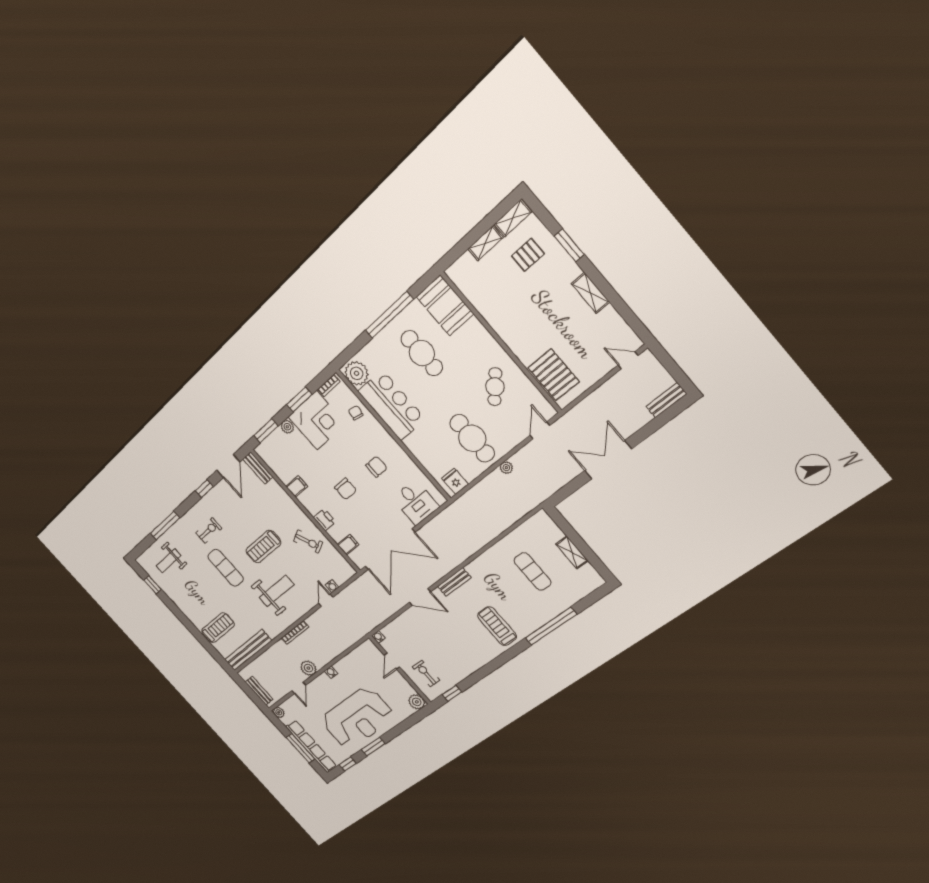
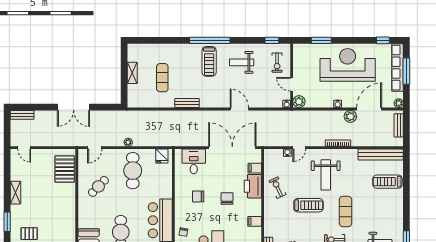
printer: (325, 520) -> (253, 186), width x1.87, depth x1.48
bench: (454, 582) -> (187, 103), moved
weight bench: (277, 591) -> (326, 175), turned -90
window: (551, 626) -> (210, 40), moved
weight bench: (462, 649) -> (242, 62), added
door: (392, 661) -> (292, 84), swing flipped
door: (299, 688) -> (369, 109), width x1.87
plant: (417, 702) -> (299, 102), moved
window: (373, 747) -> (321, 40), moved

